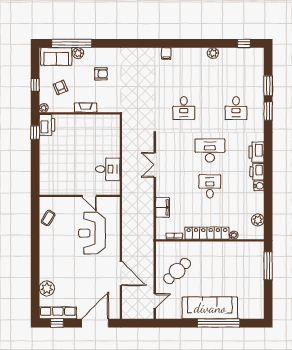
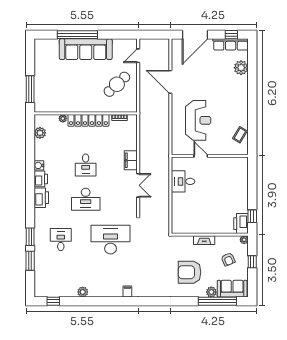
armchair: (101, 74) -> (190, 272), width x1.88, depth x1.88
desk: (184, 108) -> (111, 240), width x1.87, depth x1.30
filing cabinet: (163, 207) -> (131, 160), moved

